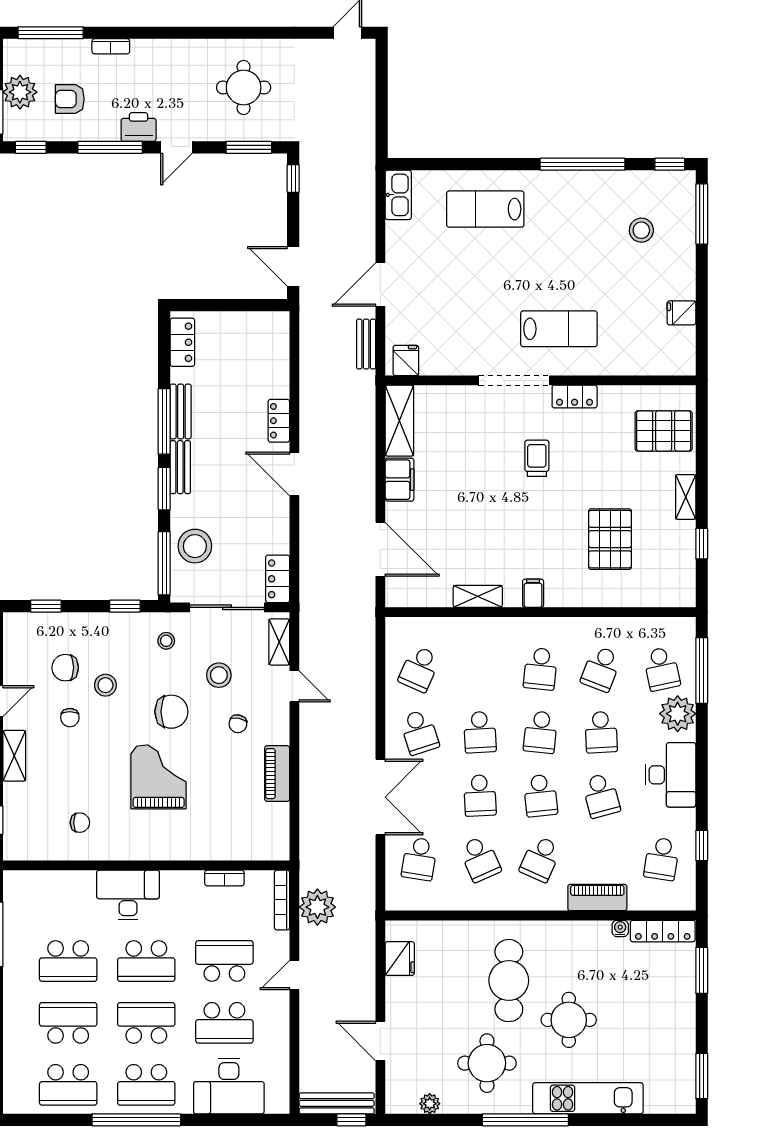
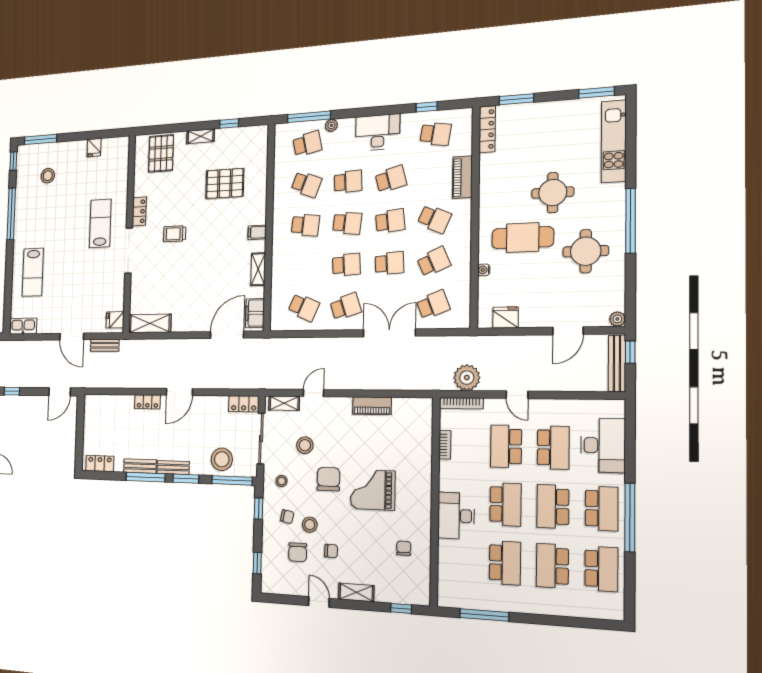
filing cabinet: (400, 480) -> (255, 313), moved, turned -90
plant: (678, 714) -> (331, 125), width x0.53, depth x0.53
chair: (238, 724) -> (287, 517), moved
school desk: (419, 859) -> (433, 305), turned -30
water cooler: (620, 928) -> (484, 270), moved
kitchen unit: (588, 1098) -> (614, 141), moved
plant: (430, 1104) -> (617, 319), moved

